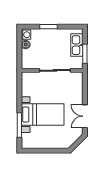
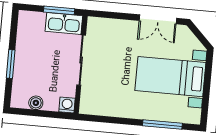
washing machine: (26, 35) -> (67, 105), moved
kitchen sink: (77, 45) -> (64, 24), moved
bed with nightstands: (43, 115) -> (170, 77), moved, turned -90

